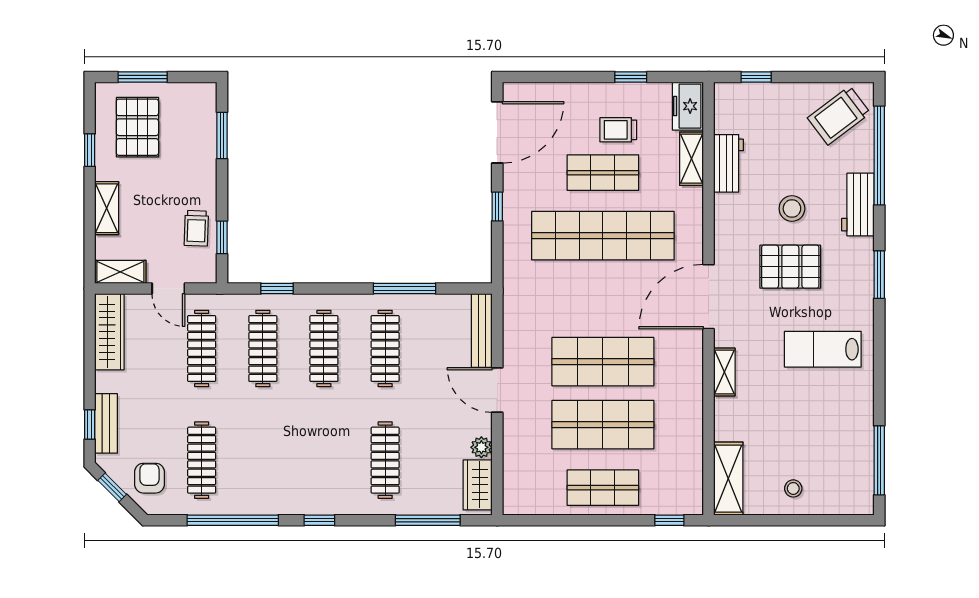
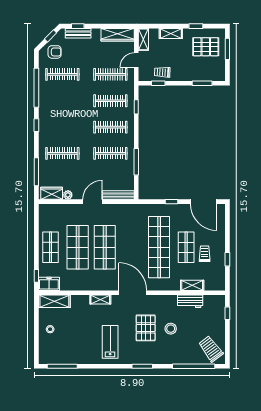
freezer: (688, 106) -> (49, 284), moved
workbench: (858, 205) -> (172, 357), removed

